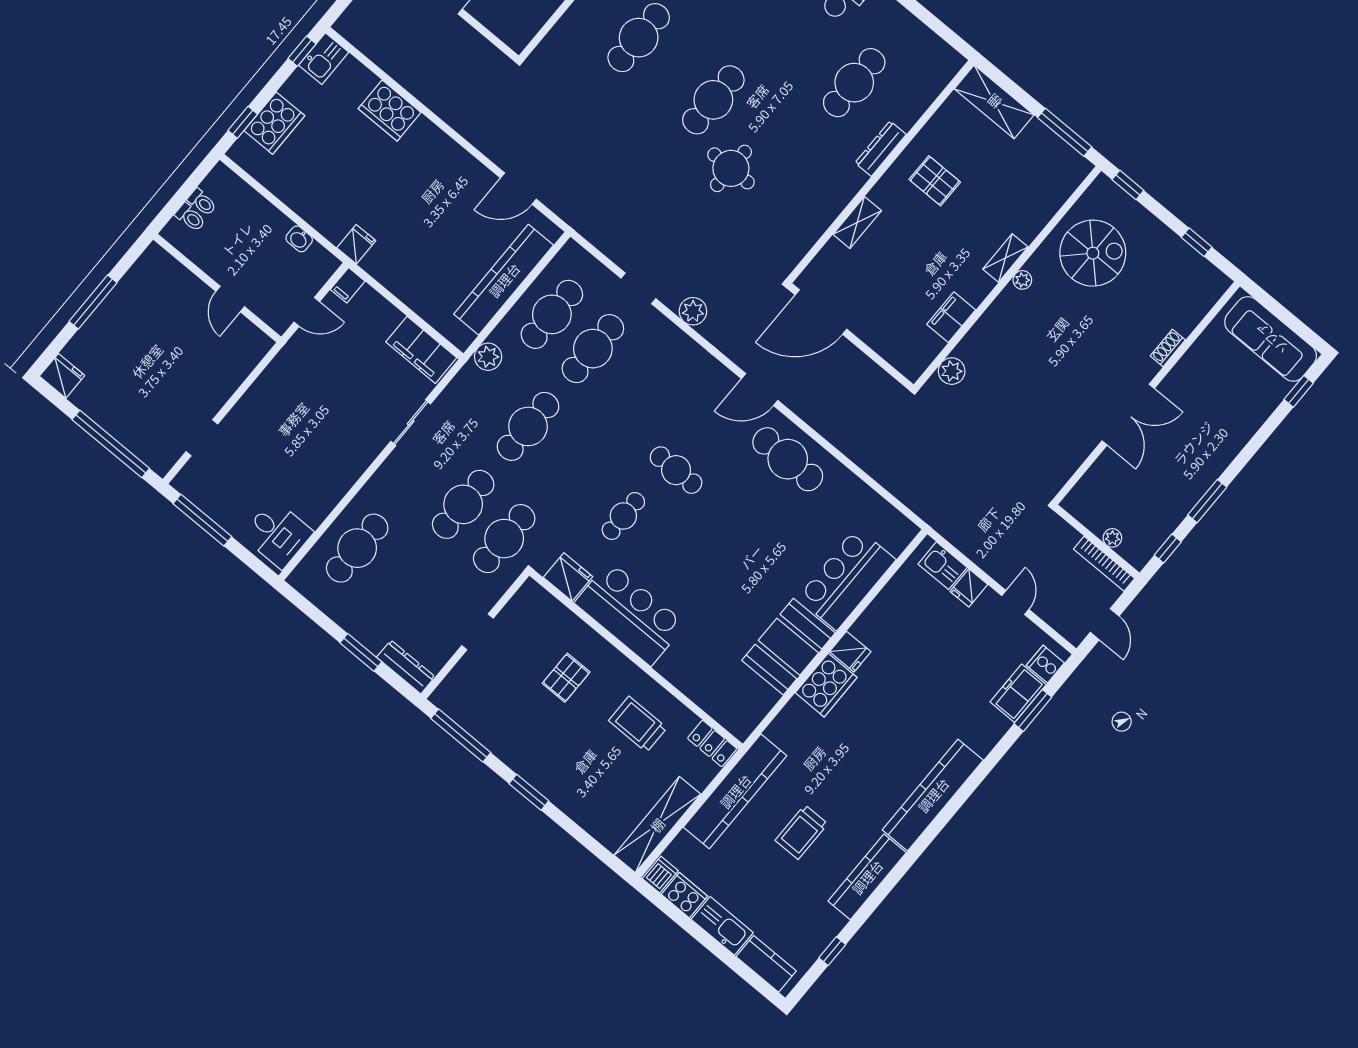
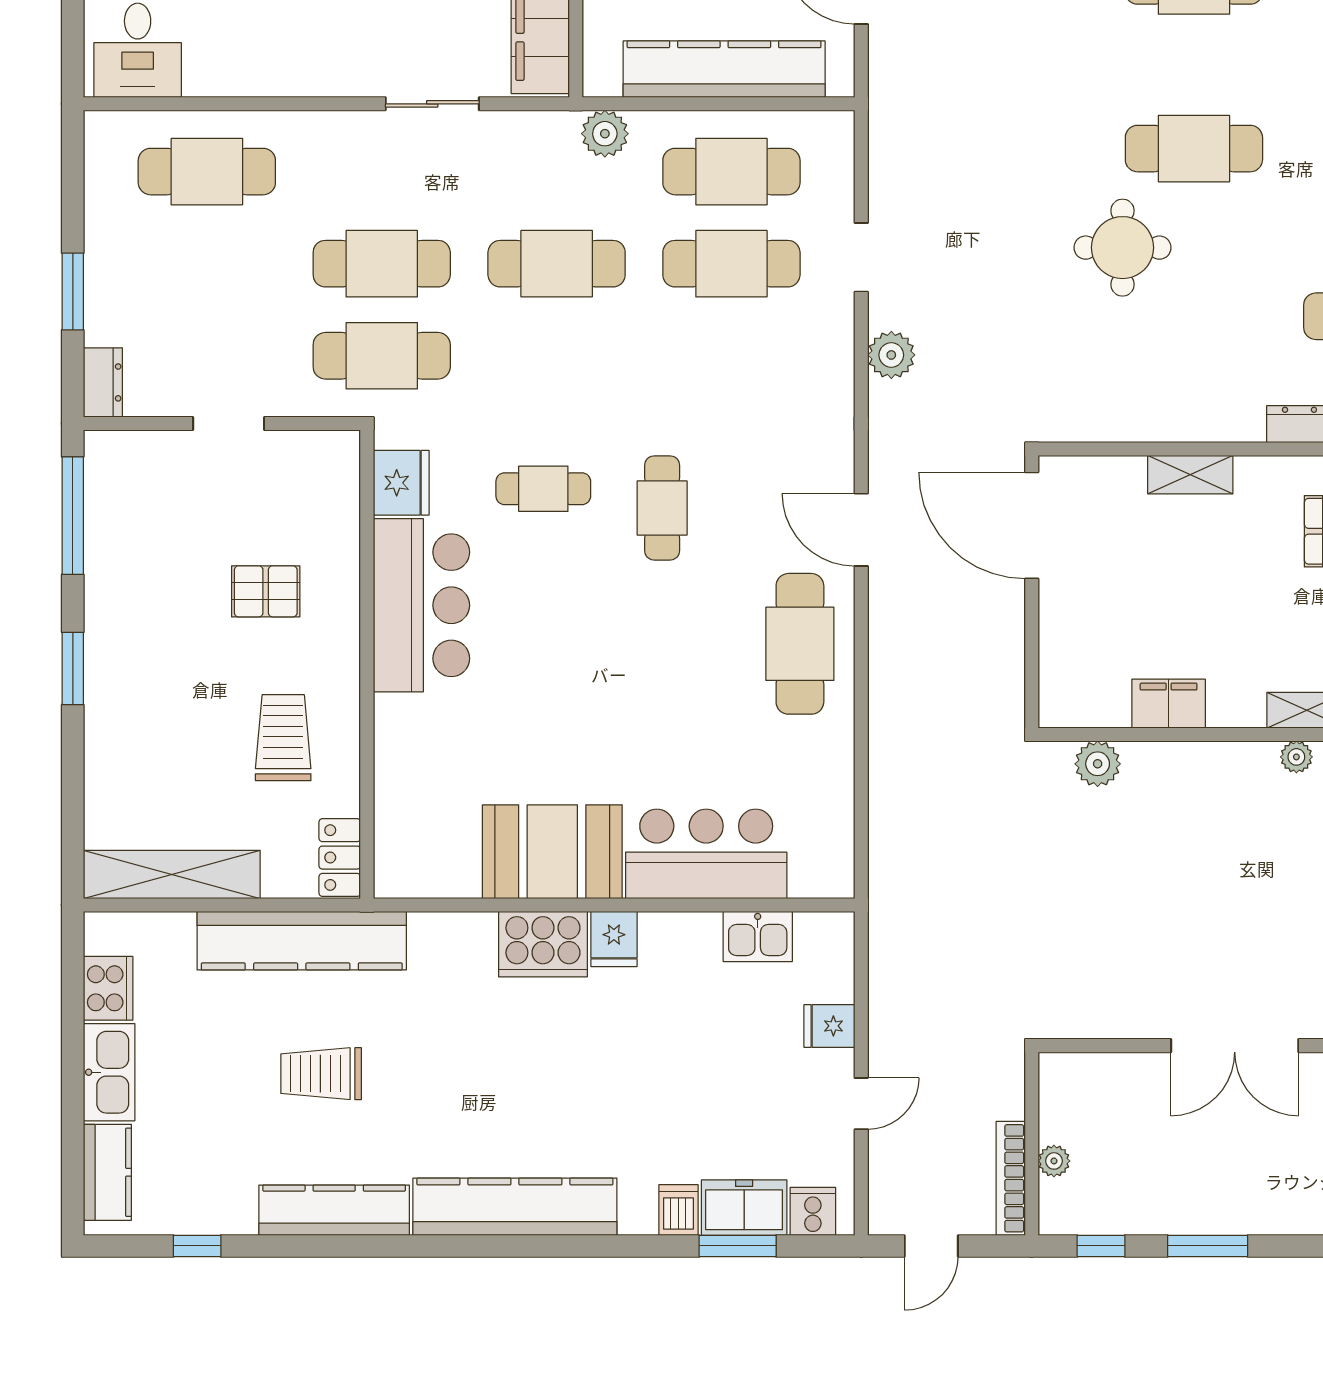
kitchen sink: (943, 566) -> (758, 936), moved, turned -90
dresser: (406, 667) -> (103, 382), width x0.70
dishwasher: (660, 875) -> (678, 1210), moved, turned -90

